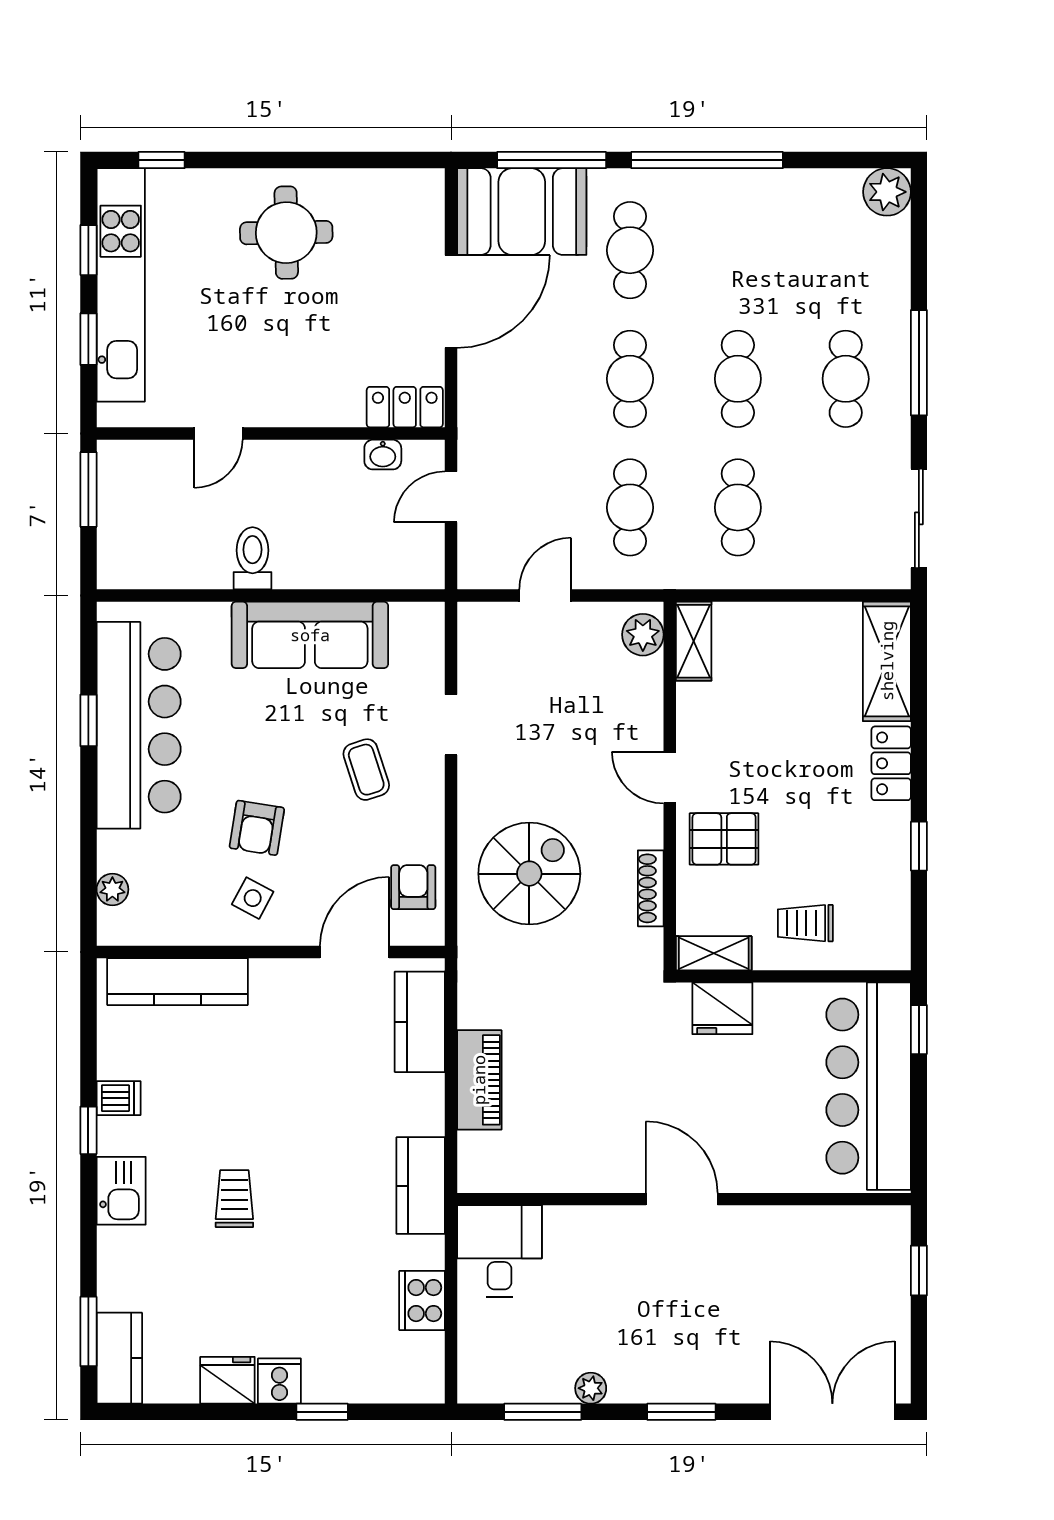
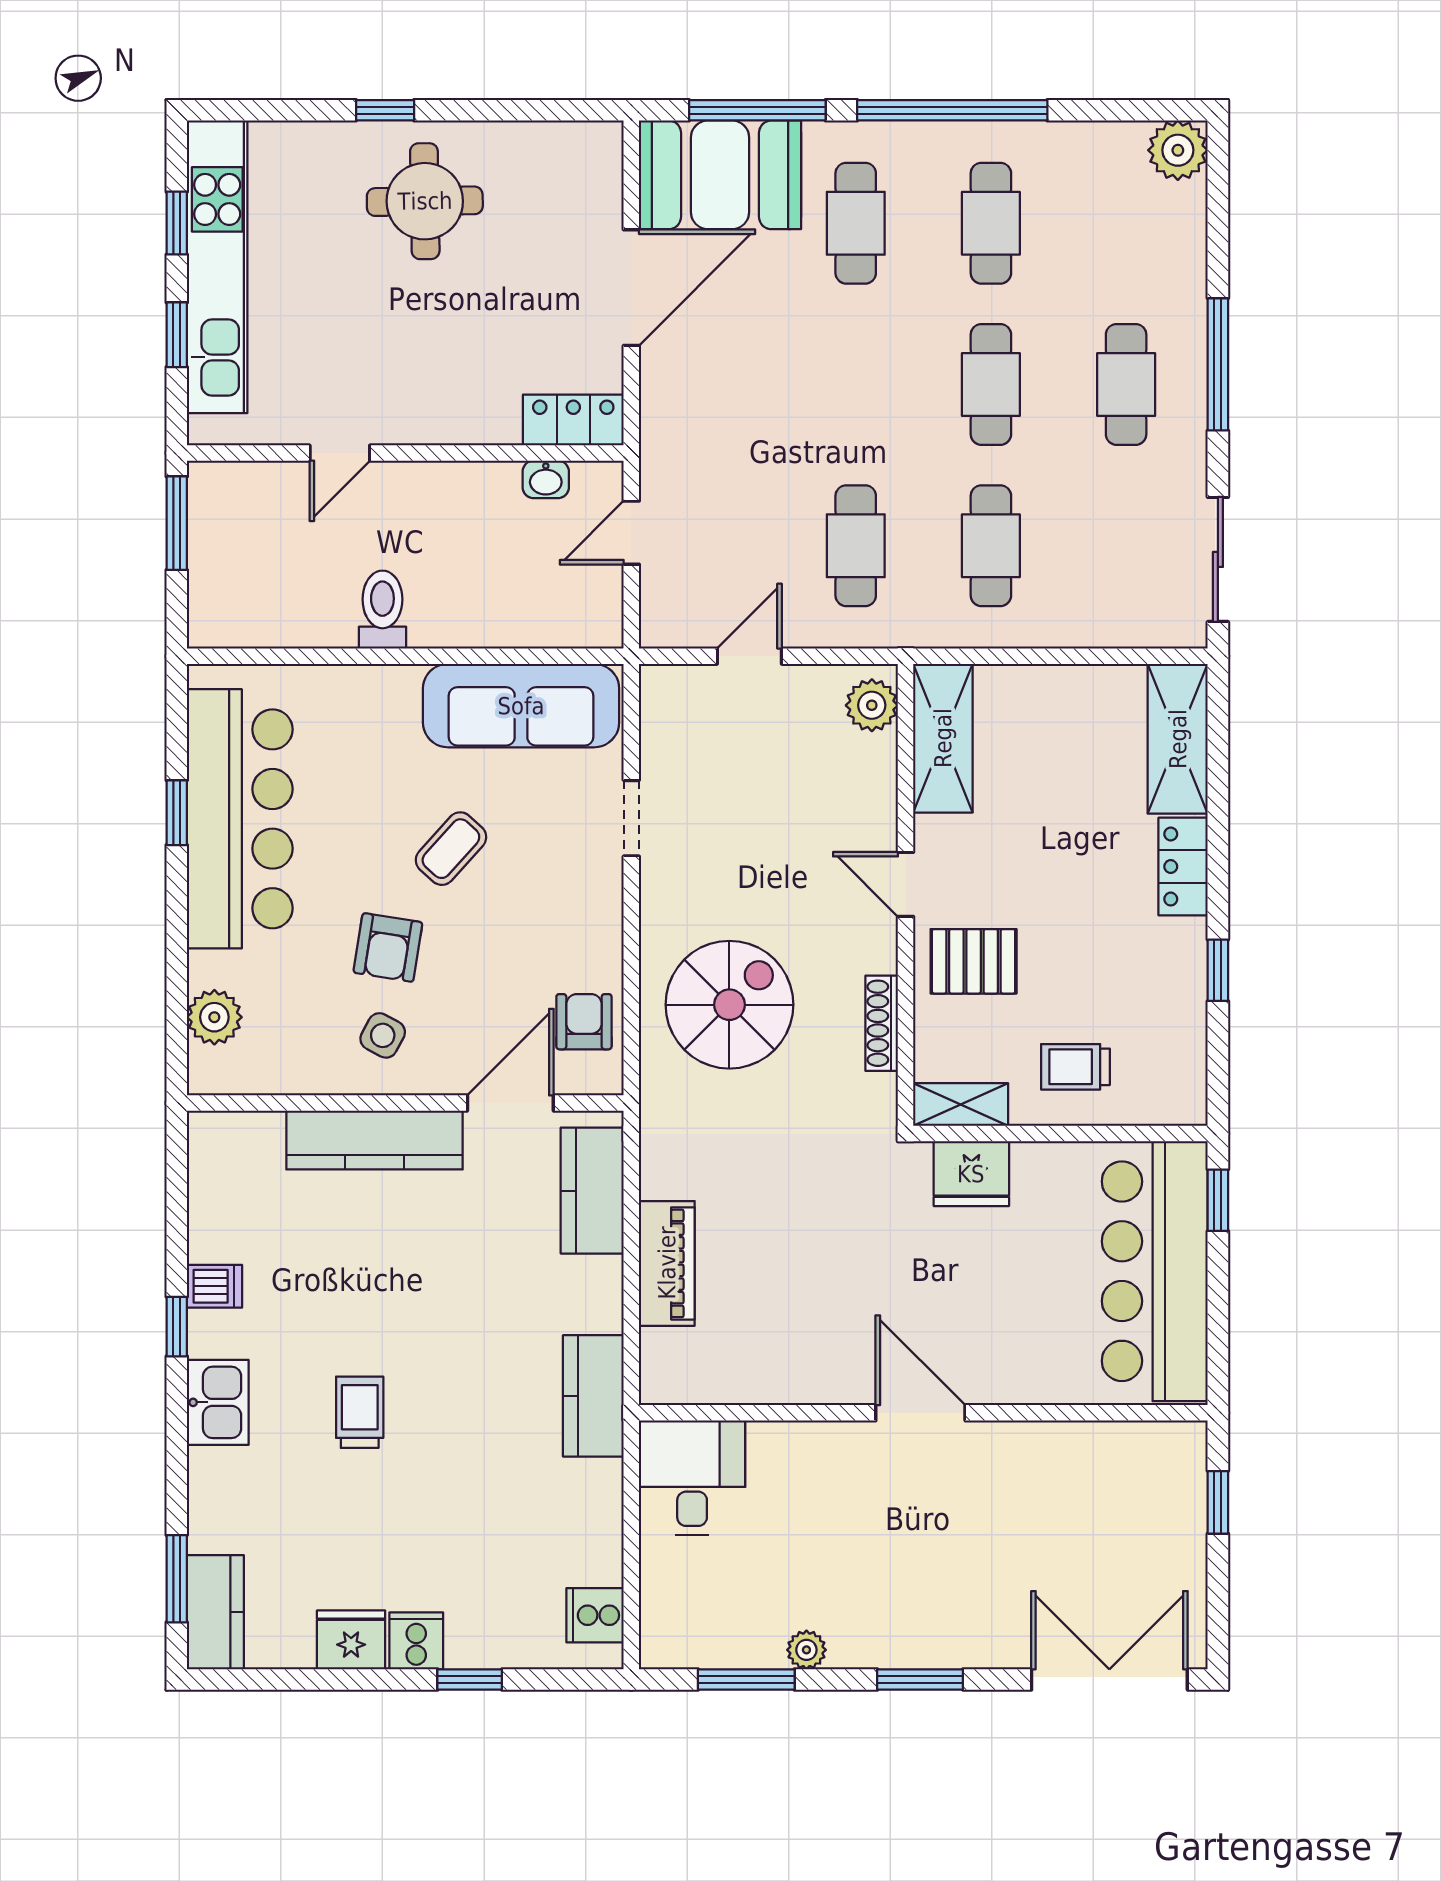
window: (162, 160) -> (385, 110), moved
cafe table: (630, 379) -> (991, 223), moved
sofa: (310, 635) -> (521, 706), moved
shelving: (694, 641) -> (943, 738), width x1.50, depth x1.33
coffee table: (366, 770) -> (451, 849), moved, turned 60
plant: (112, 889) -> (214, 1017), width x1.38, depth x1.38
kitchen counter: (177, 982) -> (374, 1140), moved
cooker: (422, 1301) -> (595, 1615), moved, width x0.73

